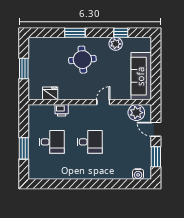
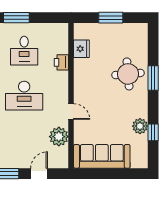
round table: (82, 60) -> (128, 74), moved
plant: (136, 113) -> (59, 137), moved
desk: (90, 142) -> (24, 96), width x1.37

